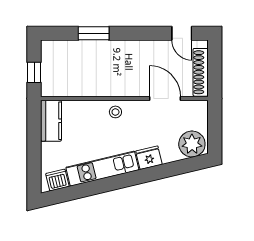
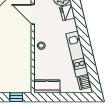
door: (165, 99) -> (33, 14), hinge flipped
fridge: (149, 158) -> (67, 13), moved

